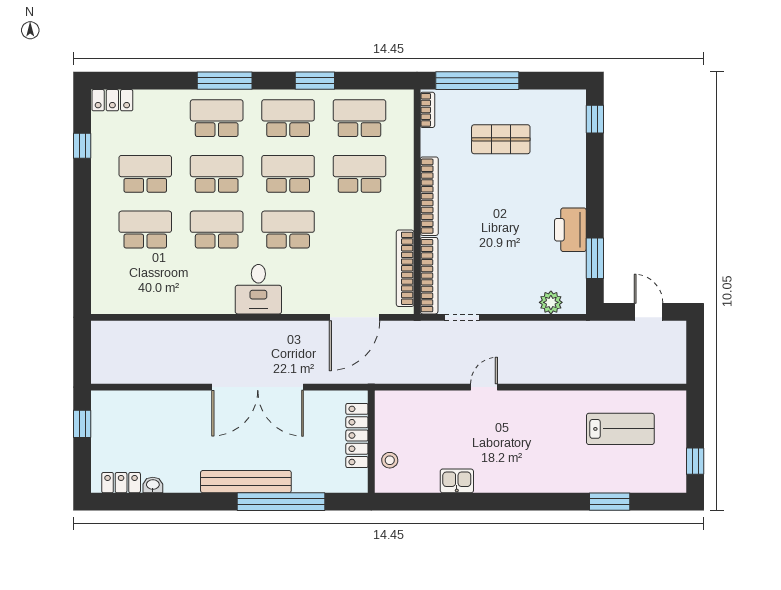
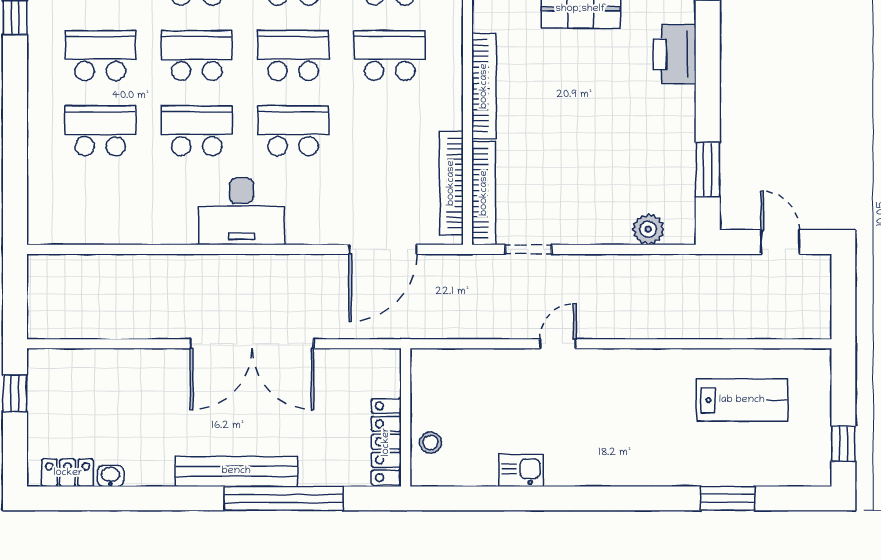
printer: (570, 230) -> (675, 54), moved
desk: (258, 289) -> (241, 211), width x1.37
locker: (357, 435) -> (386, 442), moved

